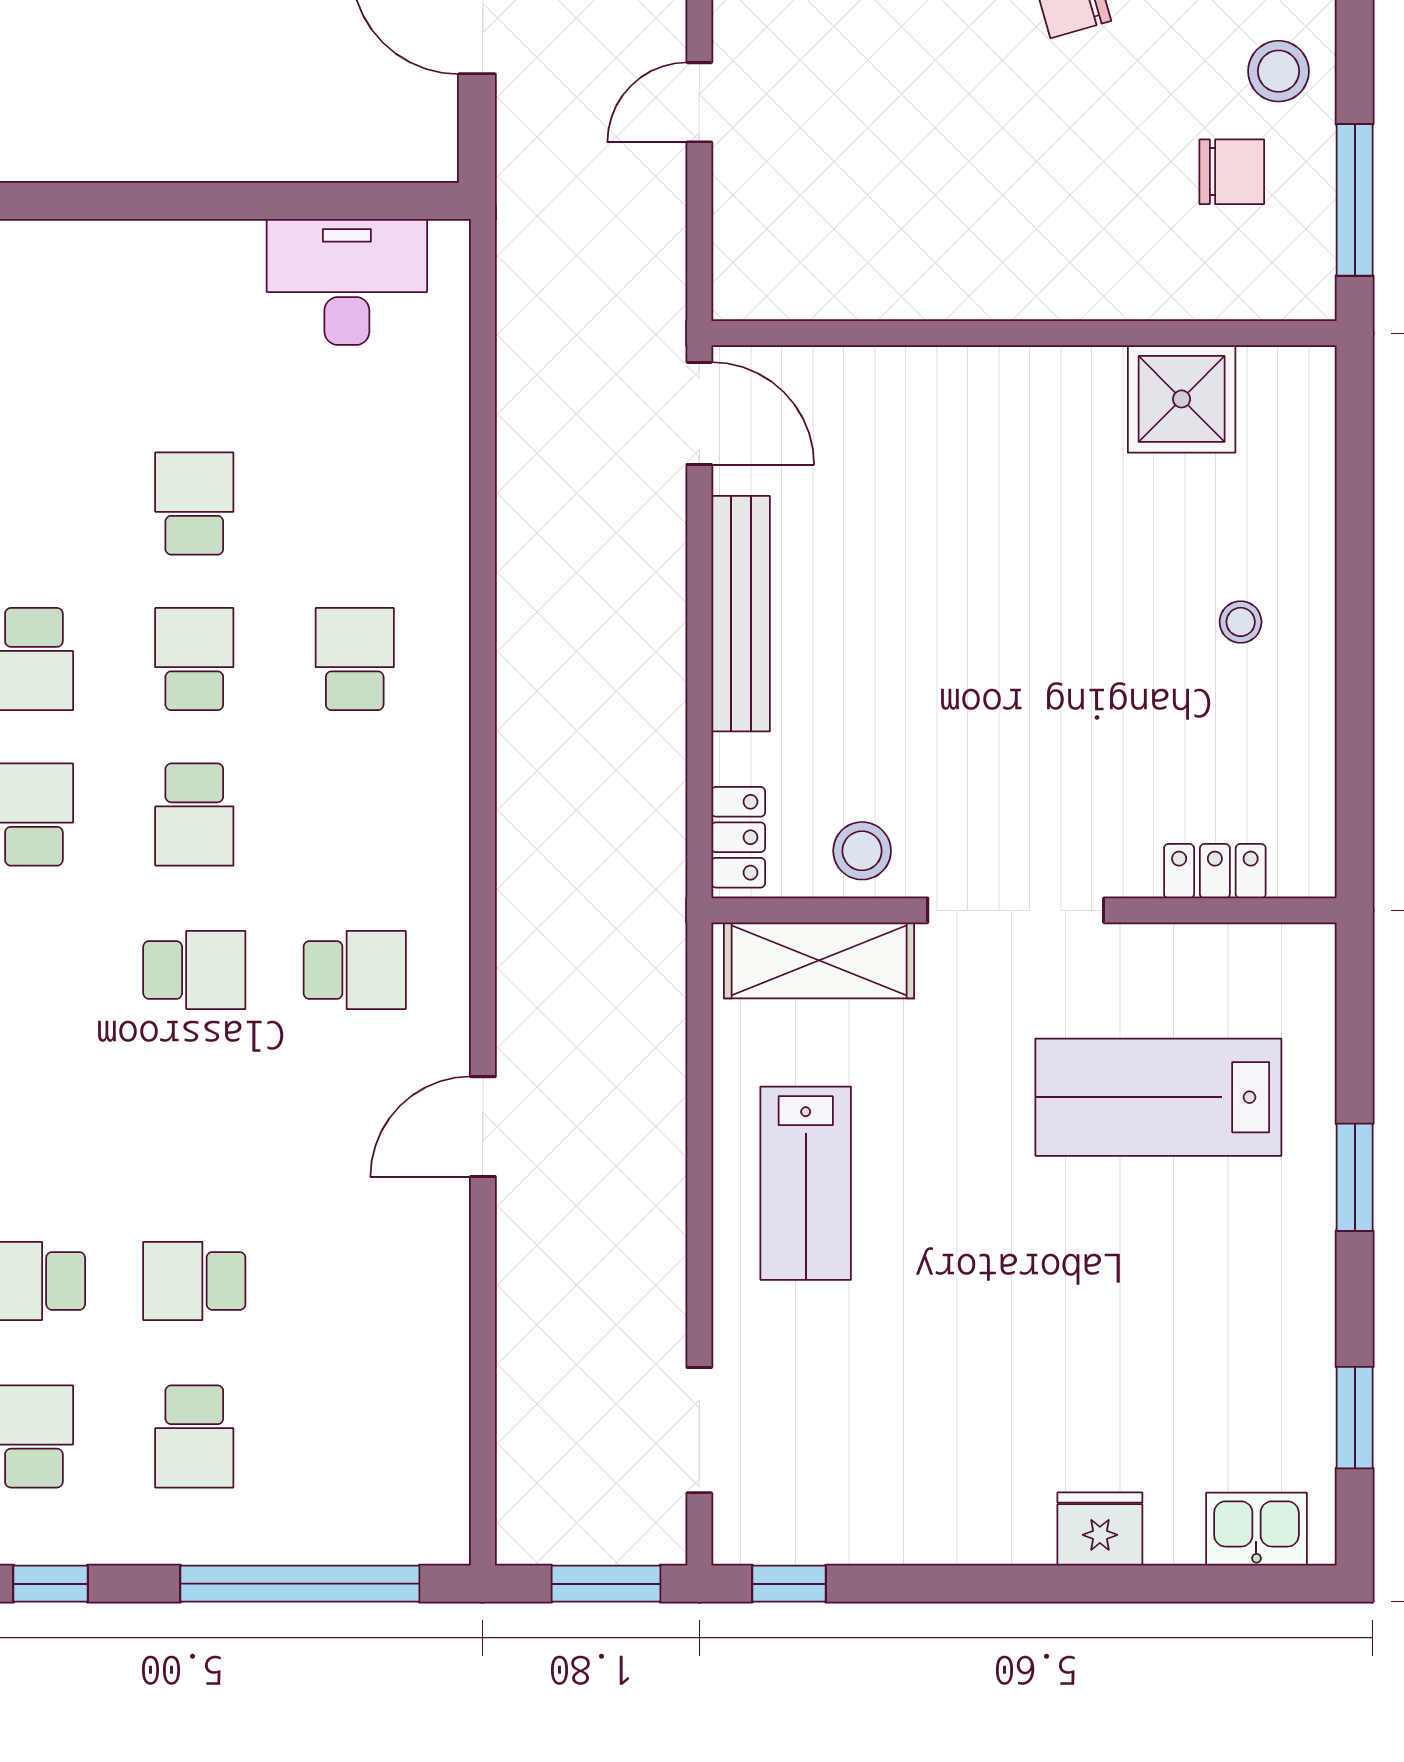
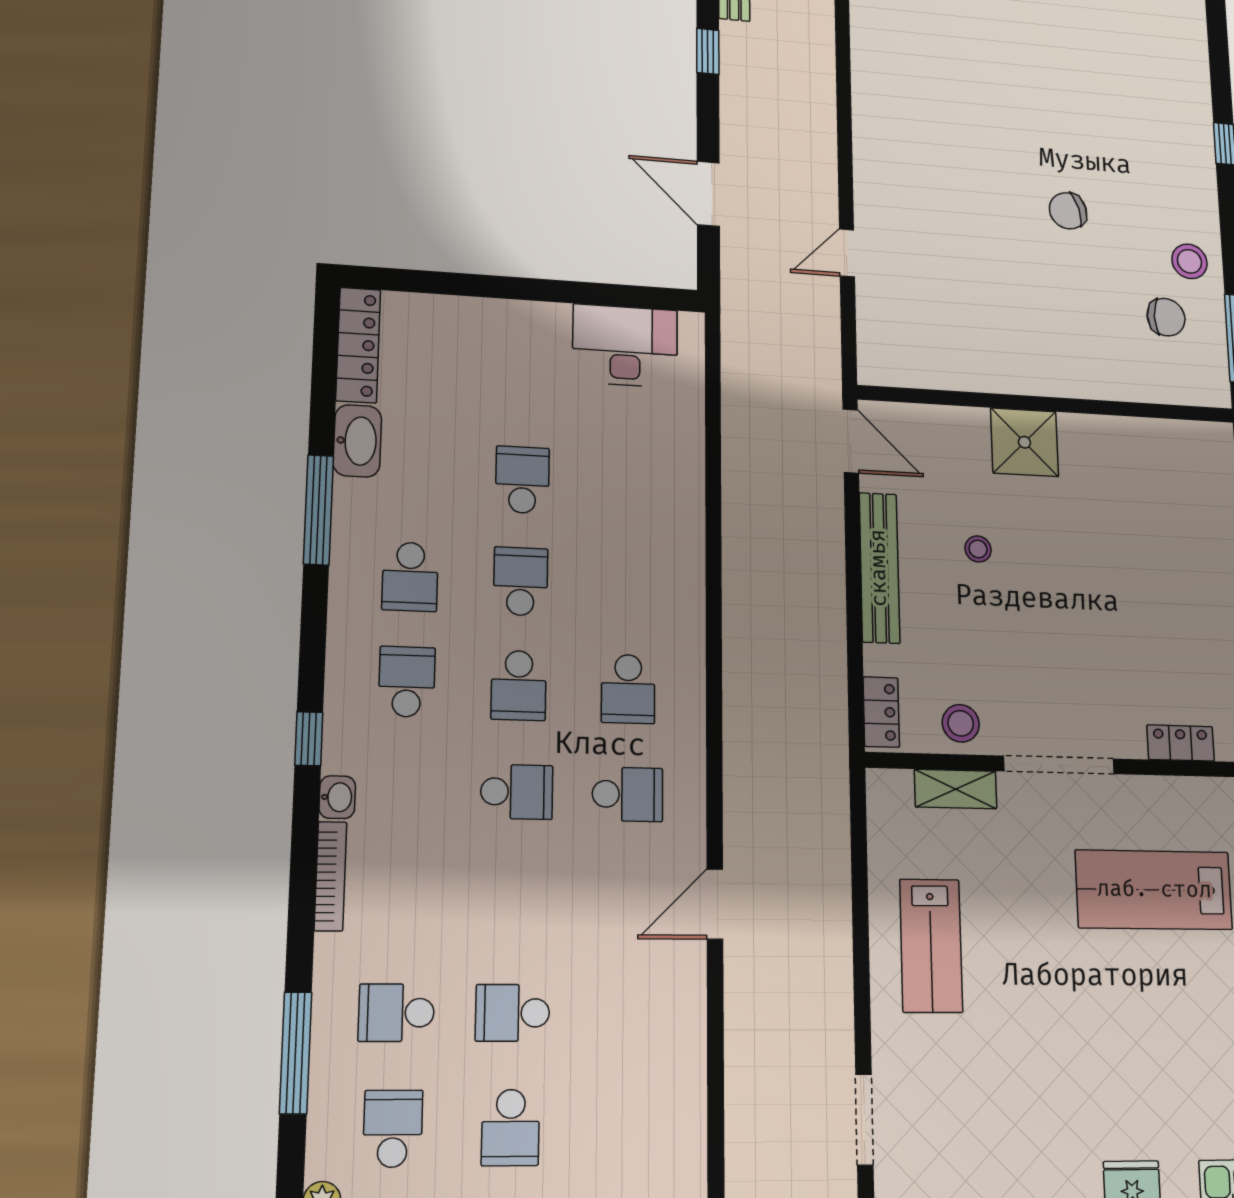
shower: (1182, 399) -> (1024, 442), moved
stool: (1241, 622) -> (978, 549), moved
school desk: (355, 659) -> (628, 689), moved, turned 180
shelving: (819, 960) -> (956, 789), width x0.67, depth x0.75

